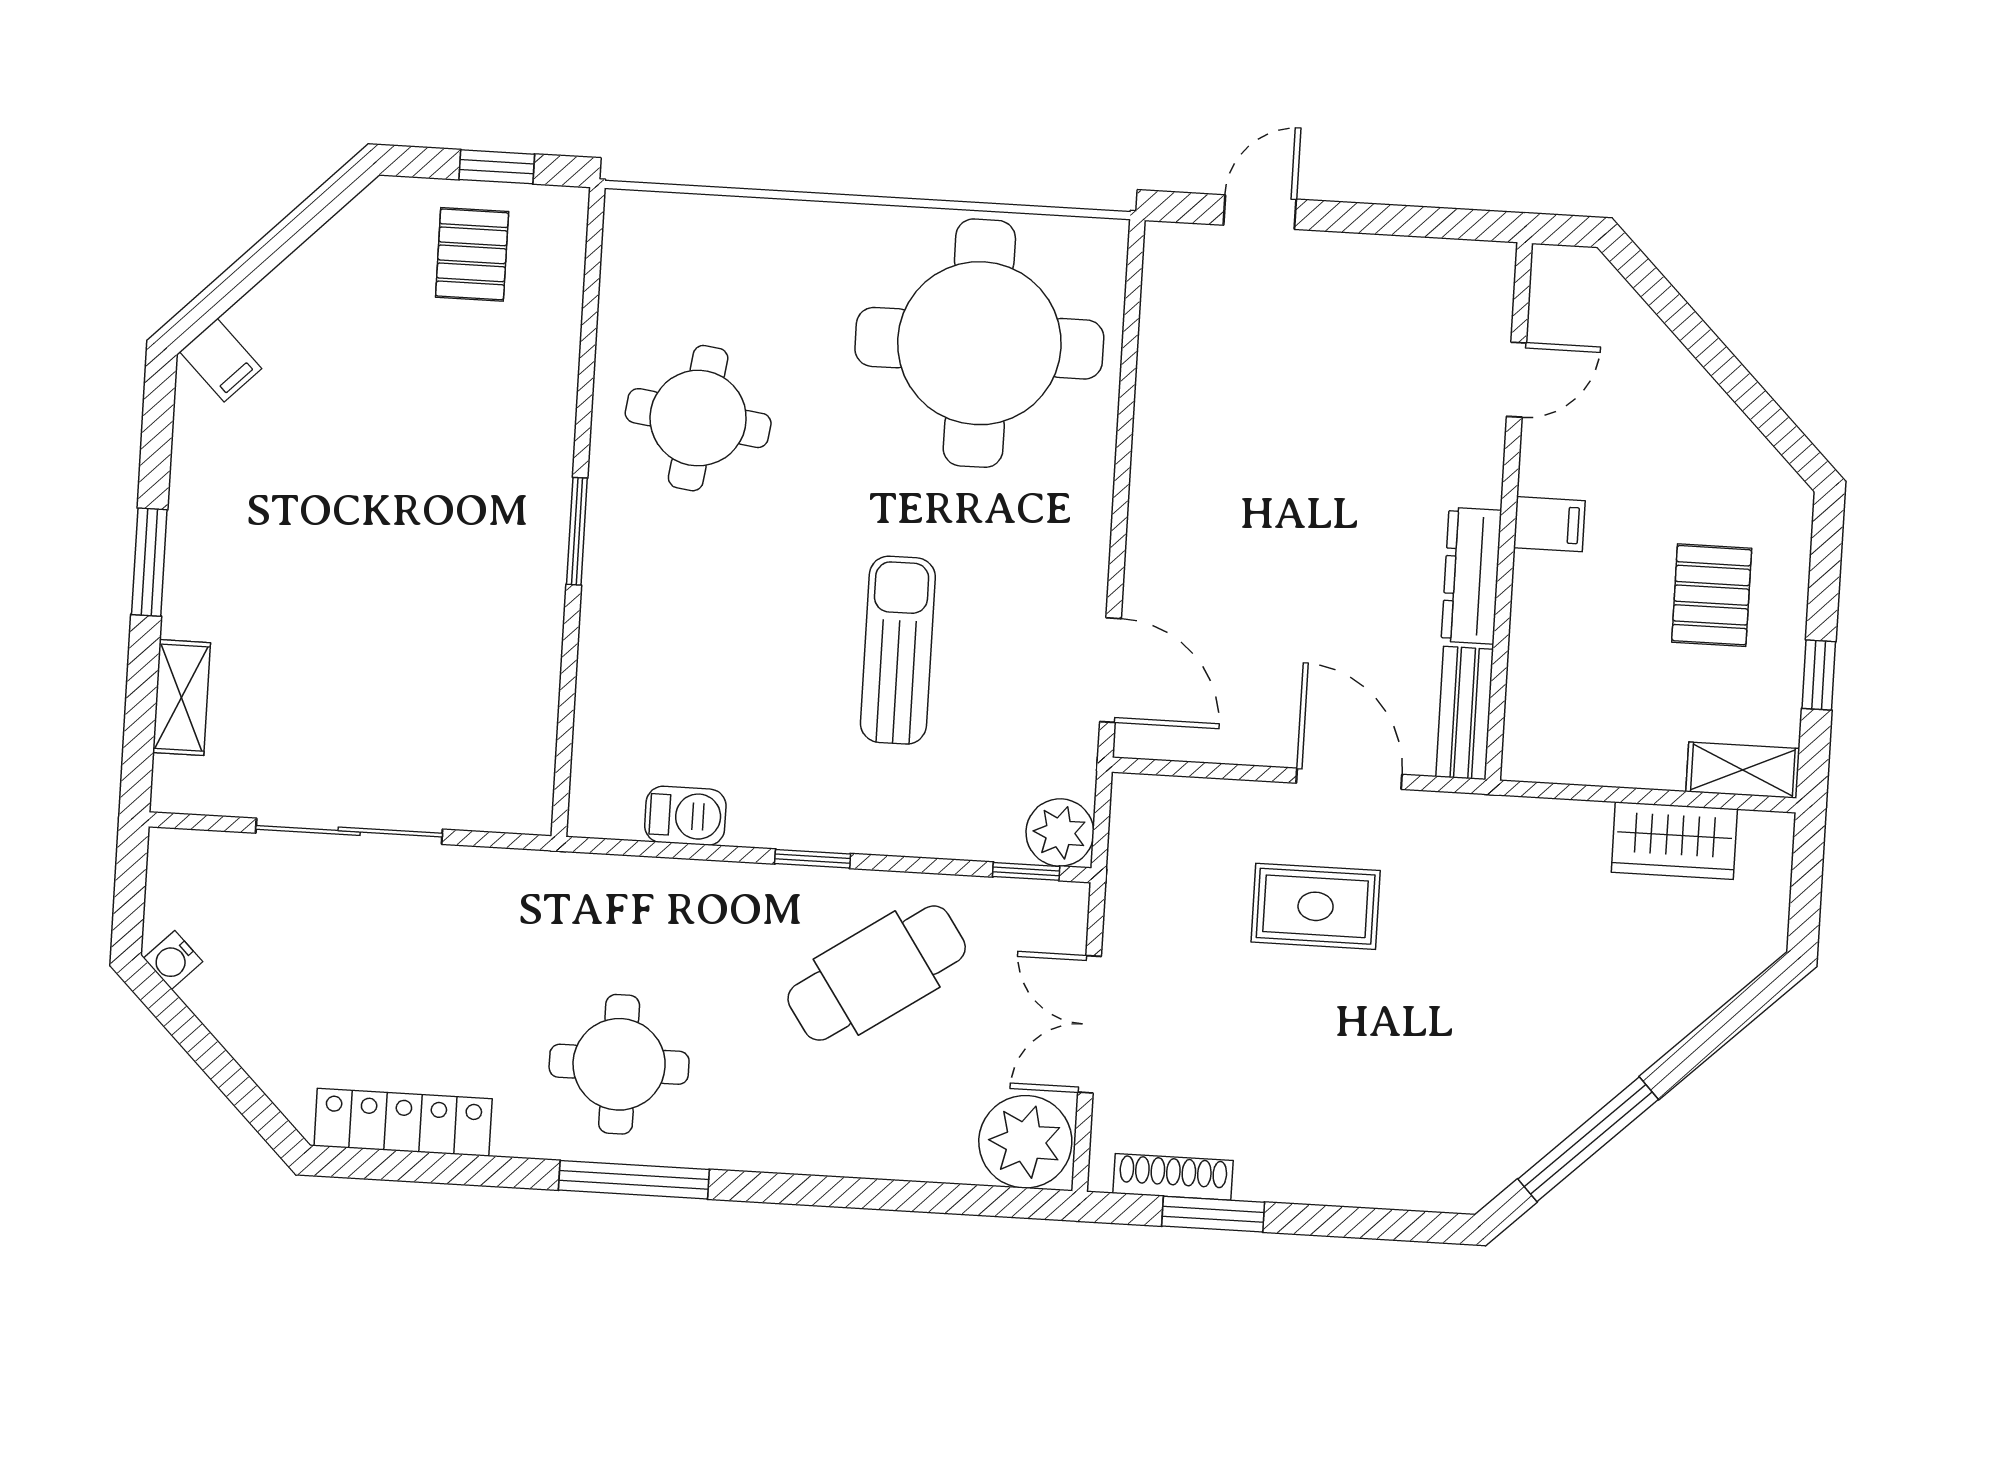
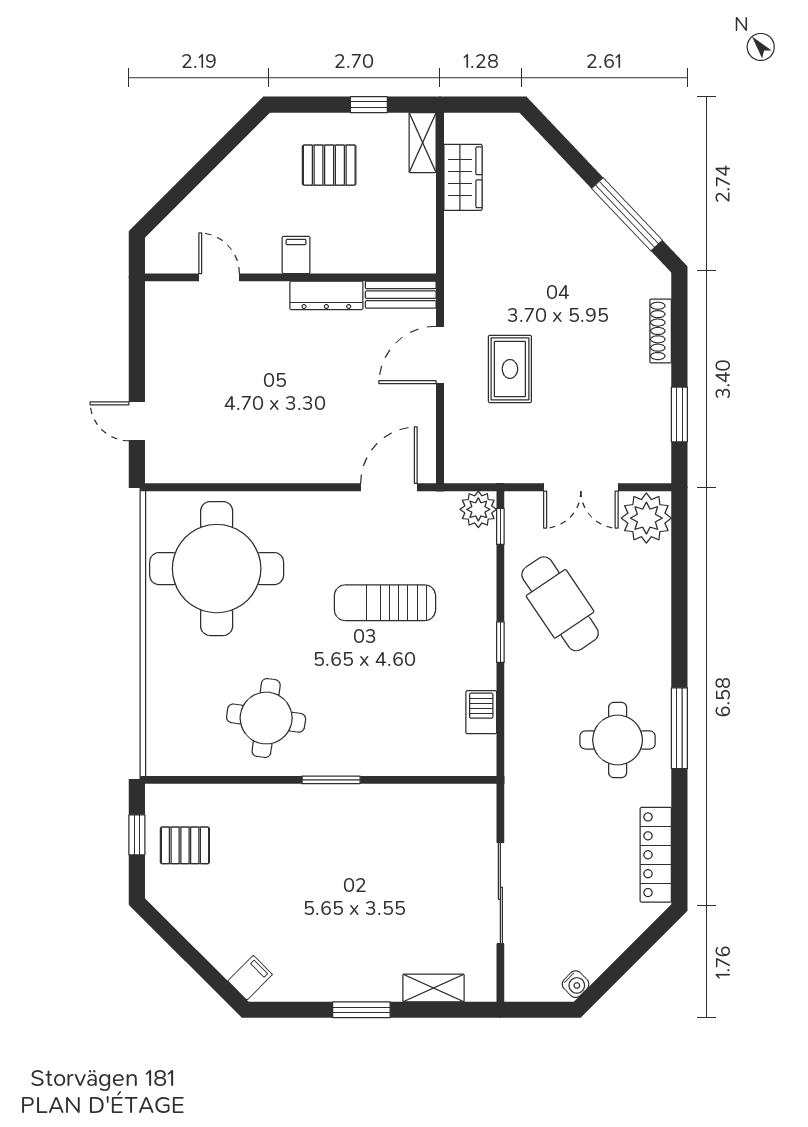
shoe rack: (1173, 1177) -> (661, 331), moved

